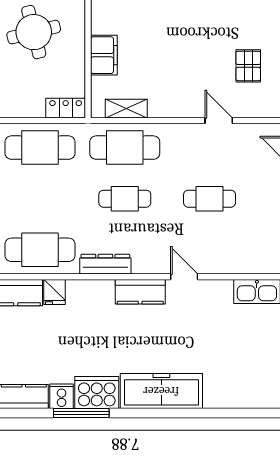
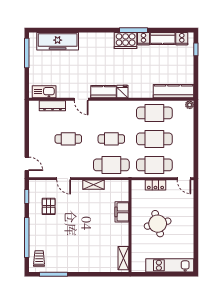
locker: (66, 108) -> (155, 185), moved
shelving: (126, 109) -> (94, 185), moved
cafe table: (40, 199) -> (154, 139), added
dresser: (105, 264) -> (52, 106), moved
fridge: (55, 292) -> (122, 92), moved
freezer: (161, 391) -> (58, 41), moved

